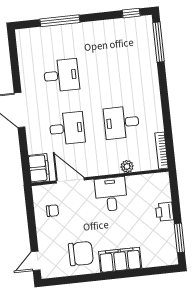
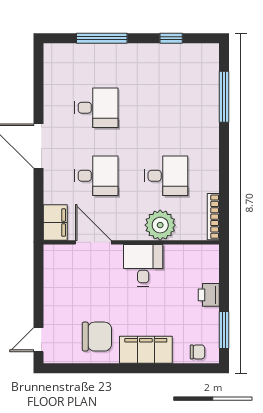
window: (131, 13) -> (171, 38), moved
window: (158, 42) -> (224, 97), moved
desk: (122, 123) -> (166, 176), turned 180
plant: (127, 166) -> (160, 225), width x1.88, depth x1.88
chair: (52, 211) -> (197, 352), moved

